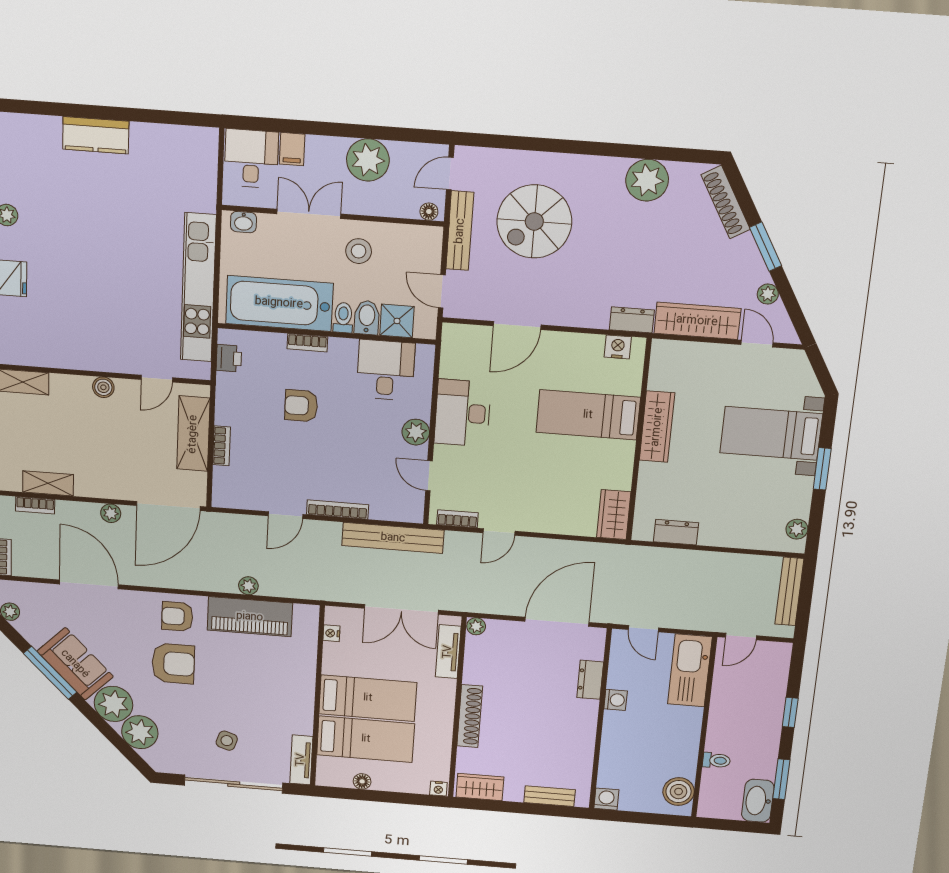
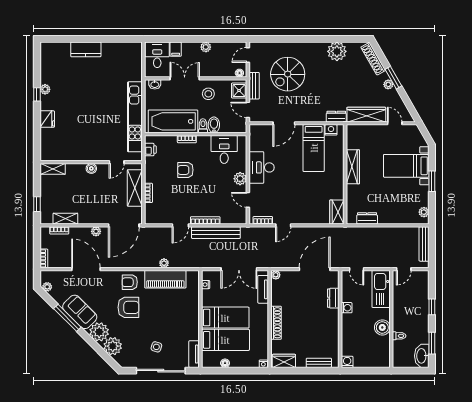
plant: (368, 160) -> (206, 47), width x0.53, depth x0.53
bench: (460, 231) -> (254, 86), width x0.73
plant: (768, 294) -> (388, 84), moved
shower: (397, 321) -> (239, 91), moved
bed: (588, 415) -> (314, 148), moved, turned -90
bench: (393, 538) -> (216, 233), moved
boiler: (679, 792) -> (382, 327), moved

